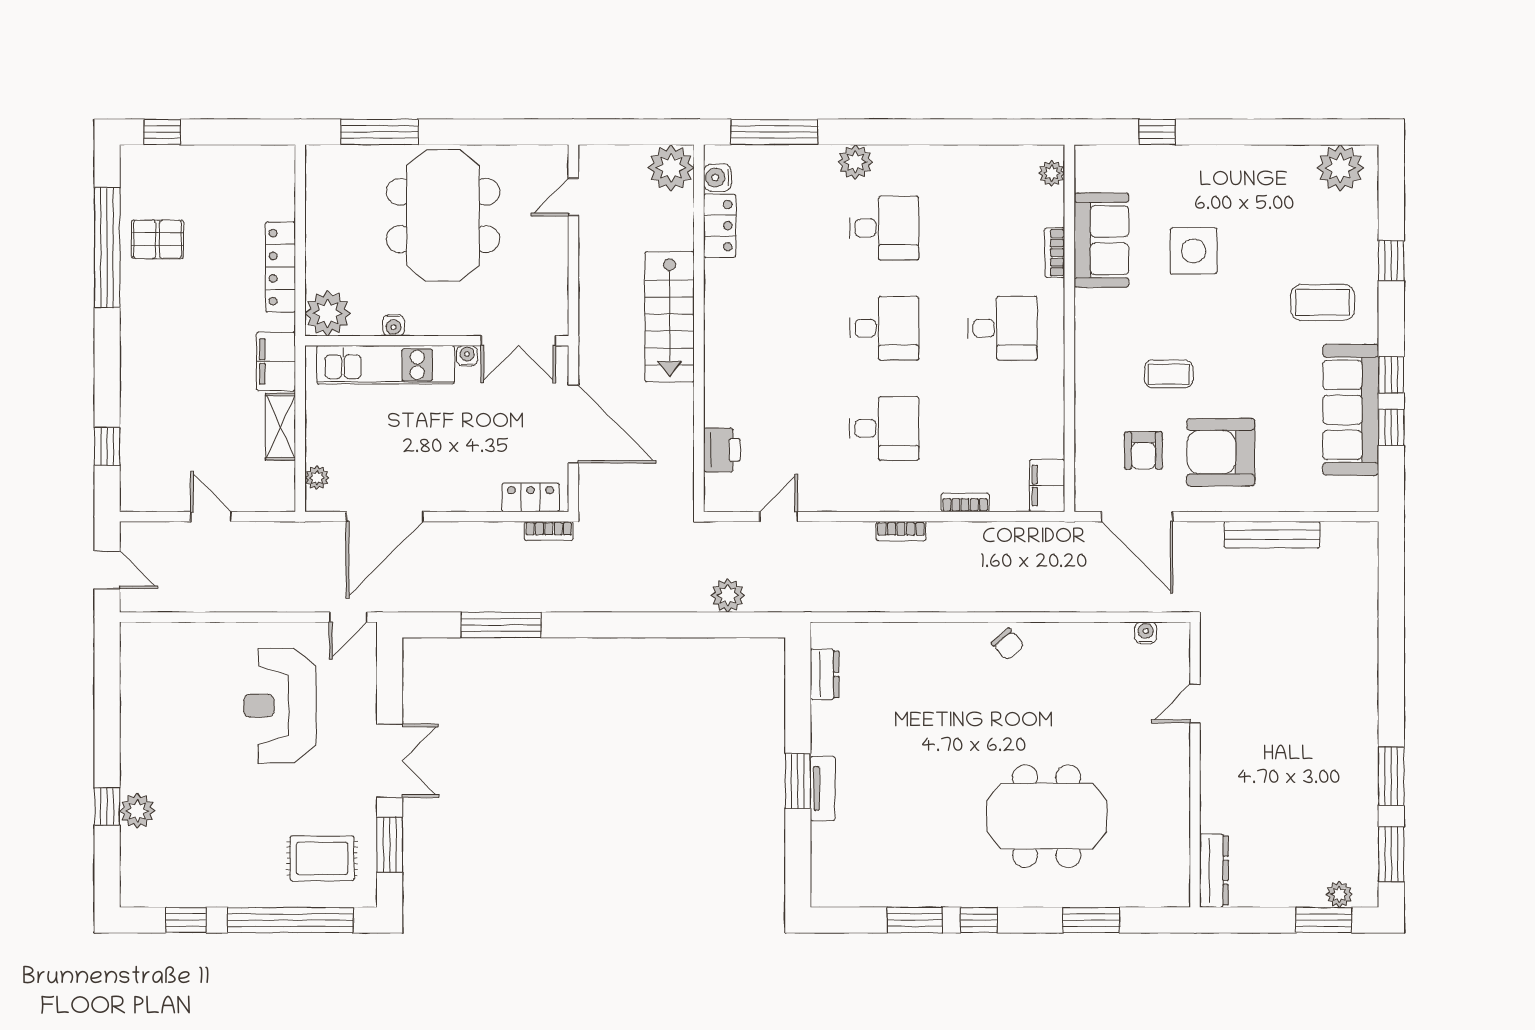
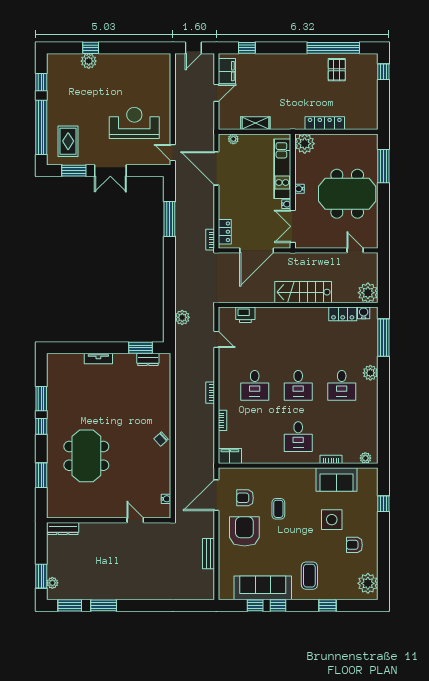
armchair: (1252, 199) -> (354, 545), added
water cooler: (394, 325) -> (299, 189), moved
filing cabinet: (276, 362) -> (227, 71), moved, turned 90
bench: (1272, 535) -> (209, 554), width x0.73
window: (798, 781) -> (141, 348), moved

